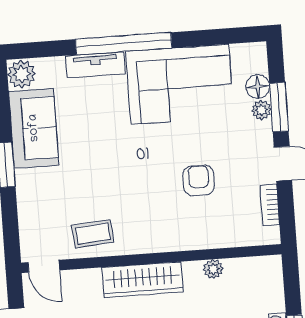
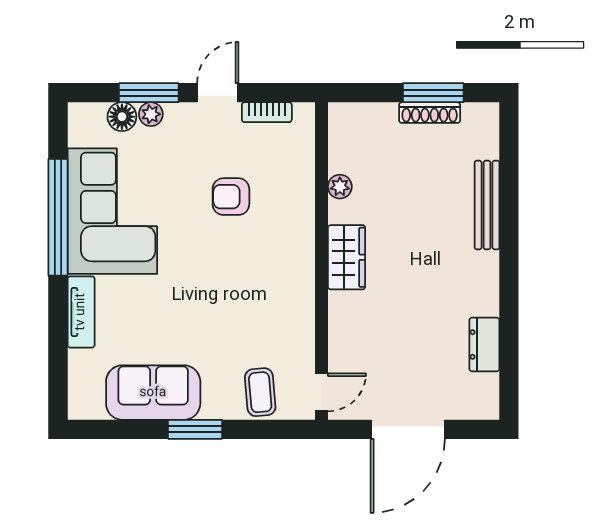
window: (124, 44) -> (58, 217), moved
plant: (22, 74) -> (86, 403), removed
coffee table: (93, 234) -> (260, 392), moved
wardrobe: (143, 280) -> (347, 257), width x0.67

